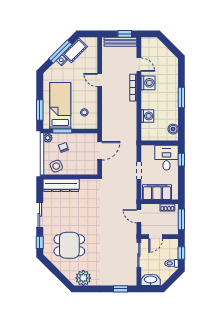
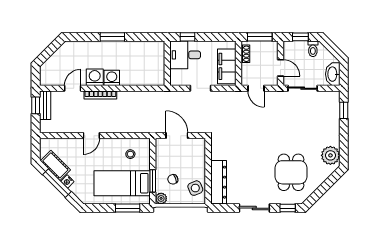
bench: (120, 42) -> (45, 105), width x0.73
washing machine: (147, 116) -> (112, 78), moved
boiler: (173, 129) -> (151, 47), removed
door: (139, 216) -> (256, 88), hinge flipped

